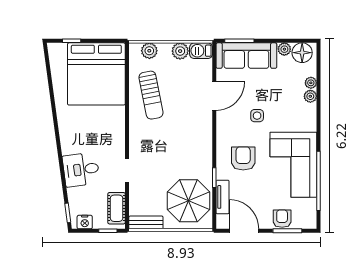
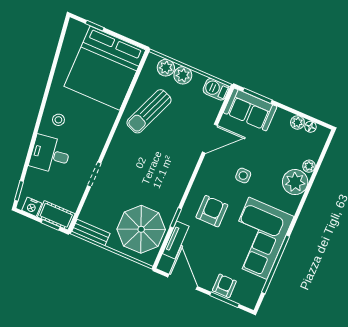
plant: (180, 51) -> (183, 75), moved
floor lamp: (302, 53) -> (311, 127), width x0.53, depth x0.53
sofa: (246, 56) -> (250, 110), width x0.73
sun lounger: (151, 95) -> (149, 111), turned 33
plant: (310, 96) -> (295, 182), width x1.87, depth x1.87
stool: (75, 136) -> (58, 120), added
cot: (117, 208) -> (56, 215), moved, turned 90

